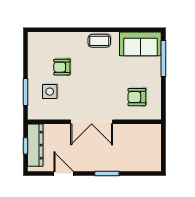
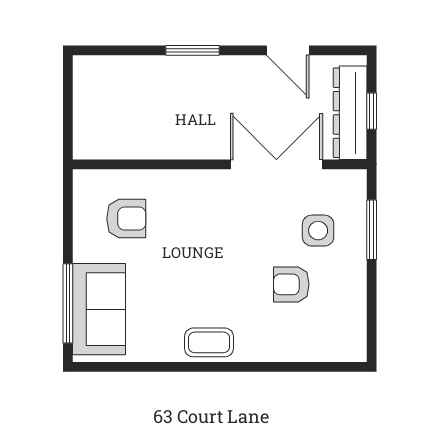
sofa: (140, 44) -> (99, 309), moved, turned 90
armchair: (62, 67) -> (291, 284), turned 180
double door: (92, 122) -> (276, 164), moved

